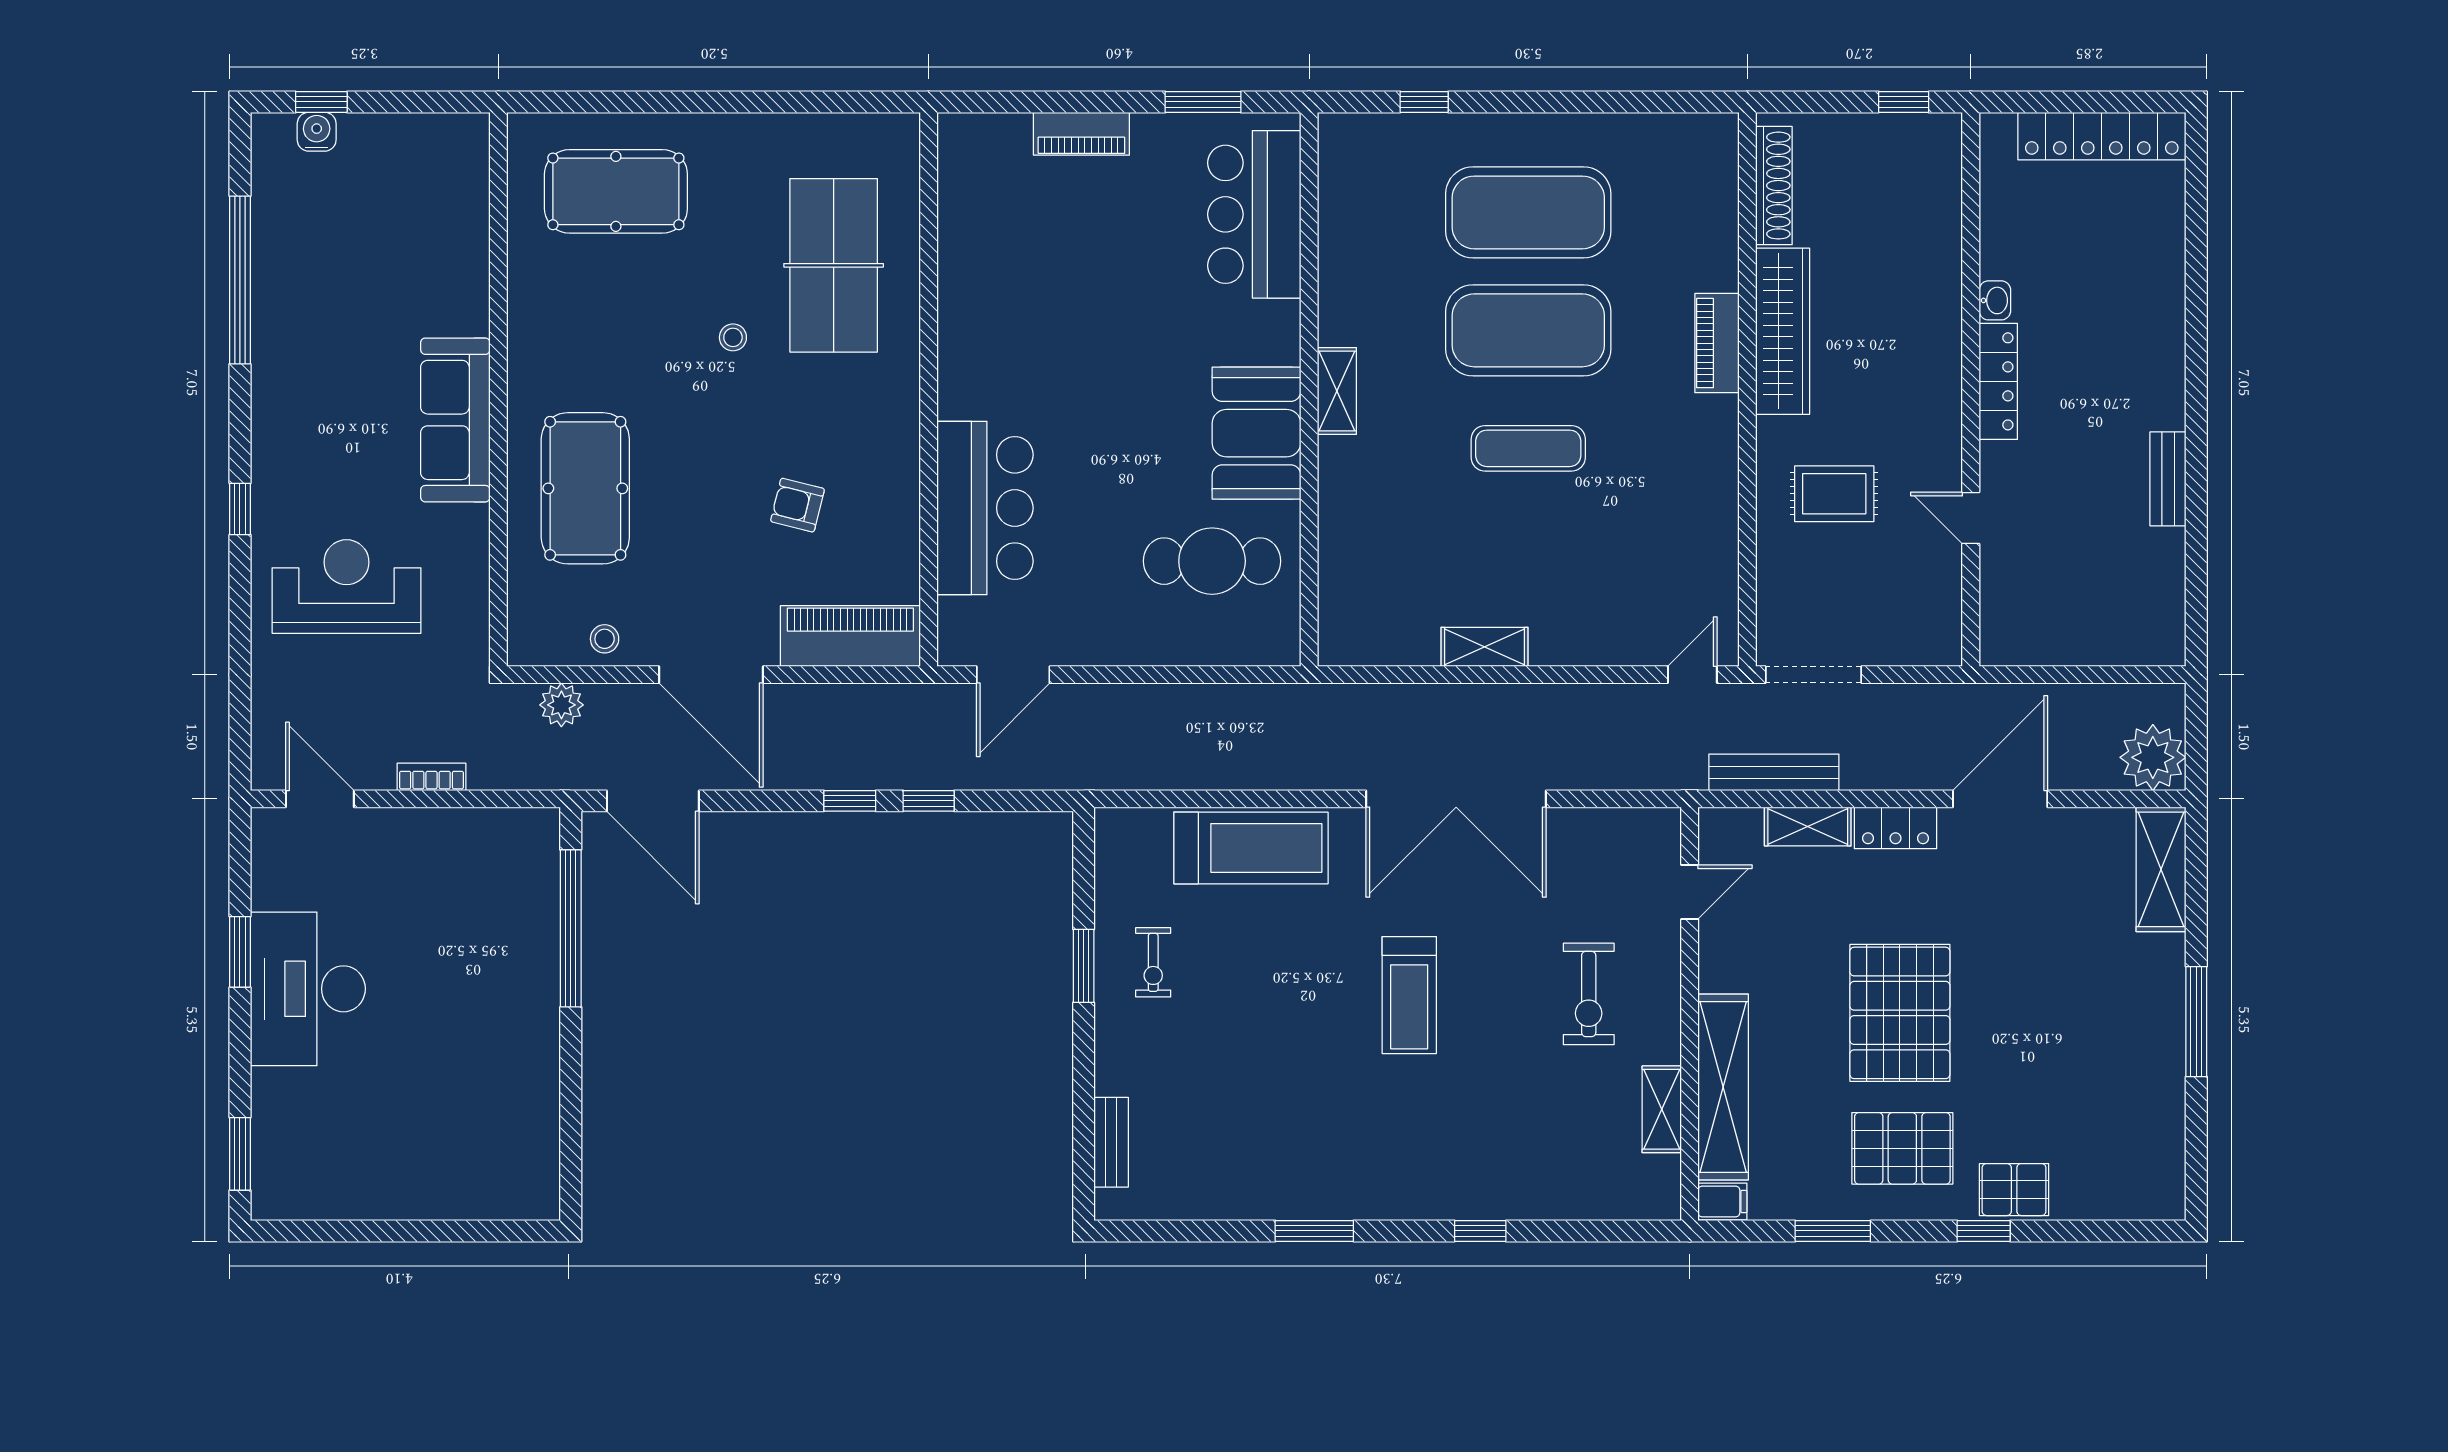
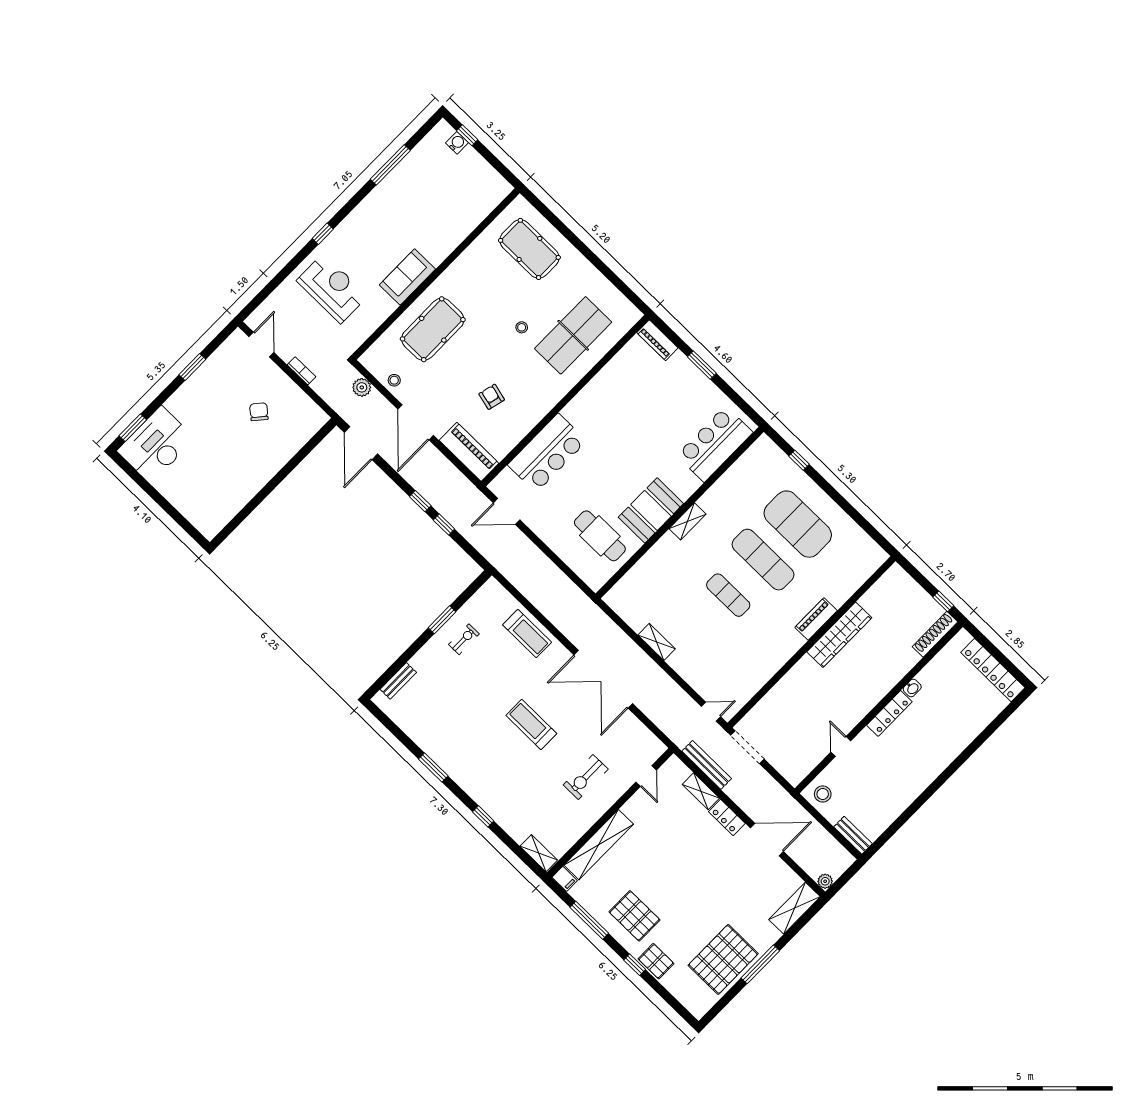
window: (1203, 102) -> (702, 365), moved
piano: (1081, 134) -> (657, 340), moved
shoe rack: (1774, 186) -> (935, 634), moved, turned 180
window: (240, 280) -> (390, 165), width x0.68
exercise mat: (1528, 330) -> (763, 560), width x0.68
sofa: (455, 420) -> (407, 277), width x0.73
bench: (2168, 479) -> (853, 835), moved, turned 90
rug: (1834, 494) -> (807, 699), removed
stool: (2019, 629) -> (823, 794), added
plant: (2153, 757) -> (825, 881), width x0.53, depth x0.53
treadmill: (1251, 848) -> (527, 634), width x0.73, depth x0.73
door: (1690, 892) -> (646, 776), hinge flipped
chair: (427, 917) -> (259, 412), added
window: (571, 928) -> (299, 457), removed
exercise bike: (1153, 962) -> (464, 639), turned 180
desk: (308, 989) -> (156, 445), moved
treadmill: (1409, 995) -> (531, 724), turned 90
pallet: (1900, 1013) -> (723, 959), moved
shelving: (1662, 1109) -> (539, 853), moved, turned 90
window: (1833, 1231) -> (589, 920), width x1.44

